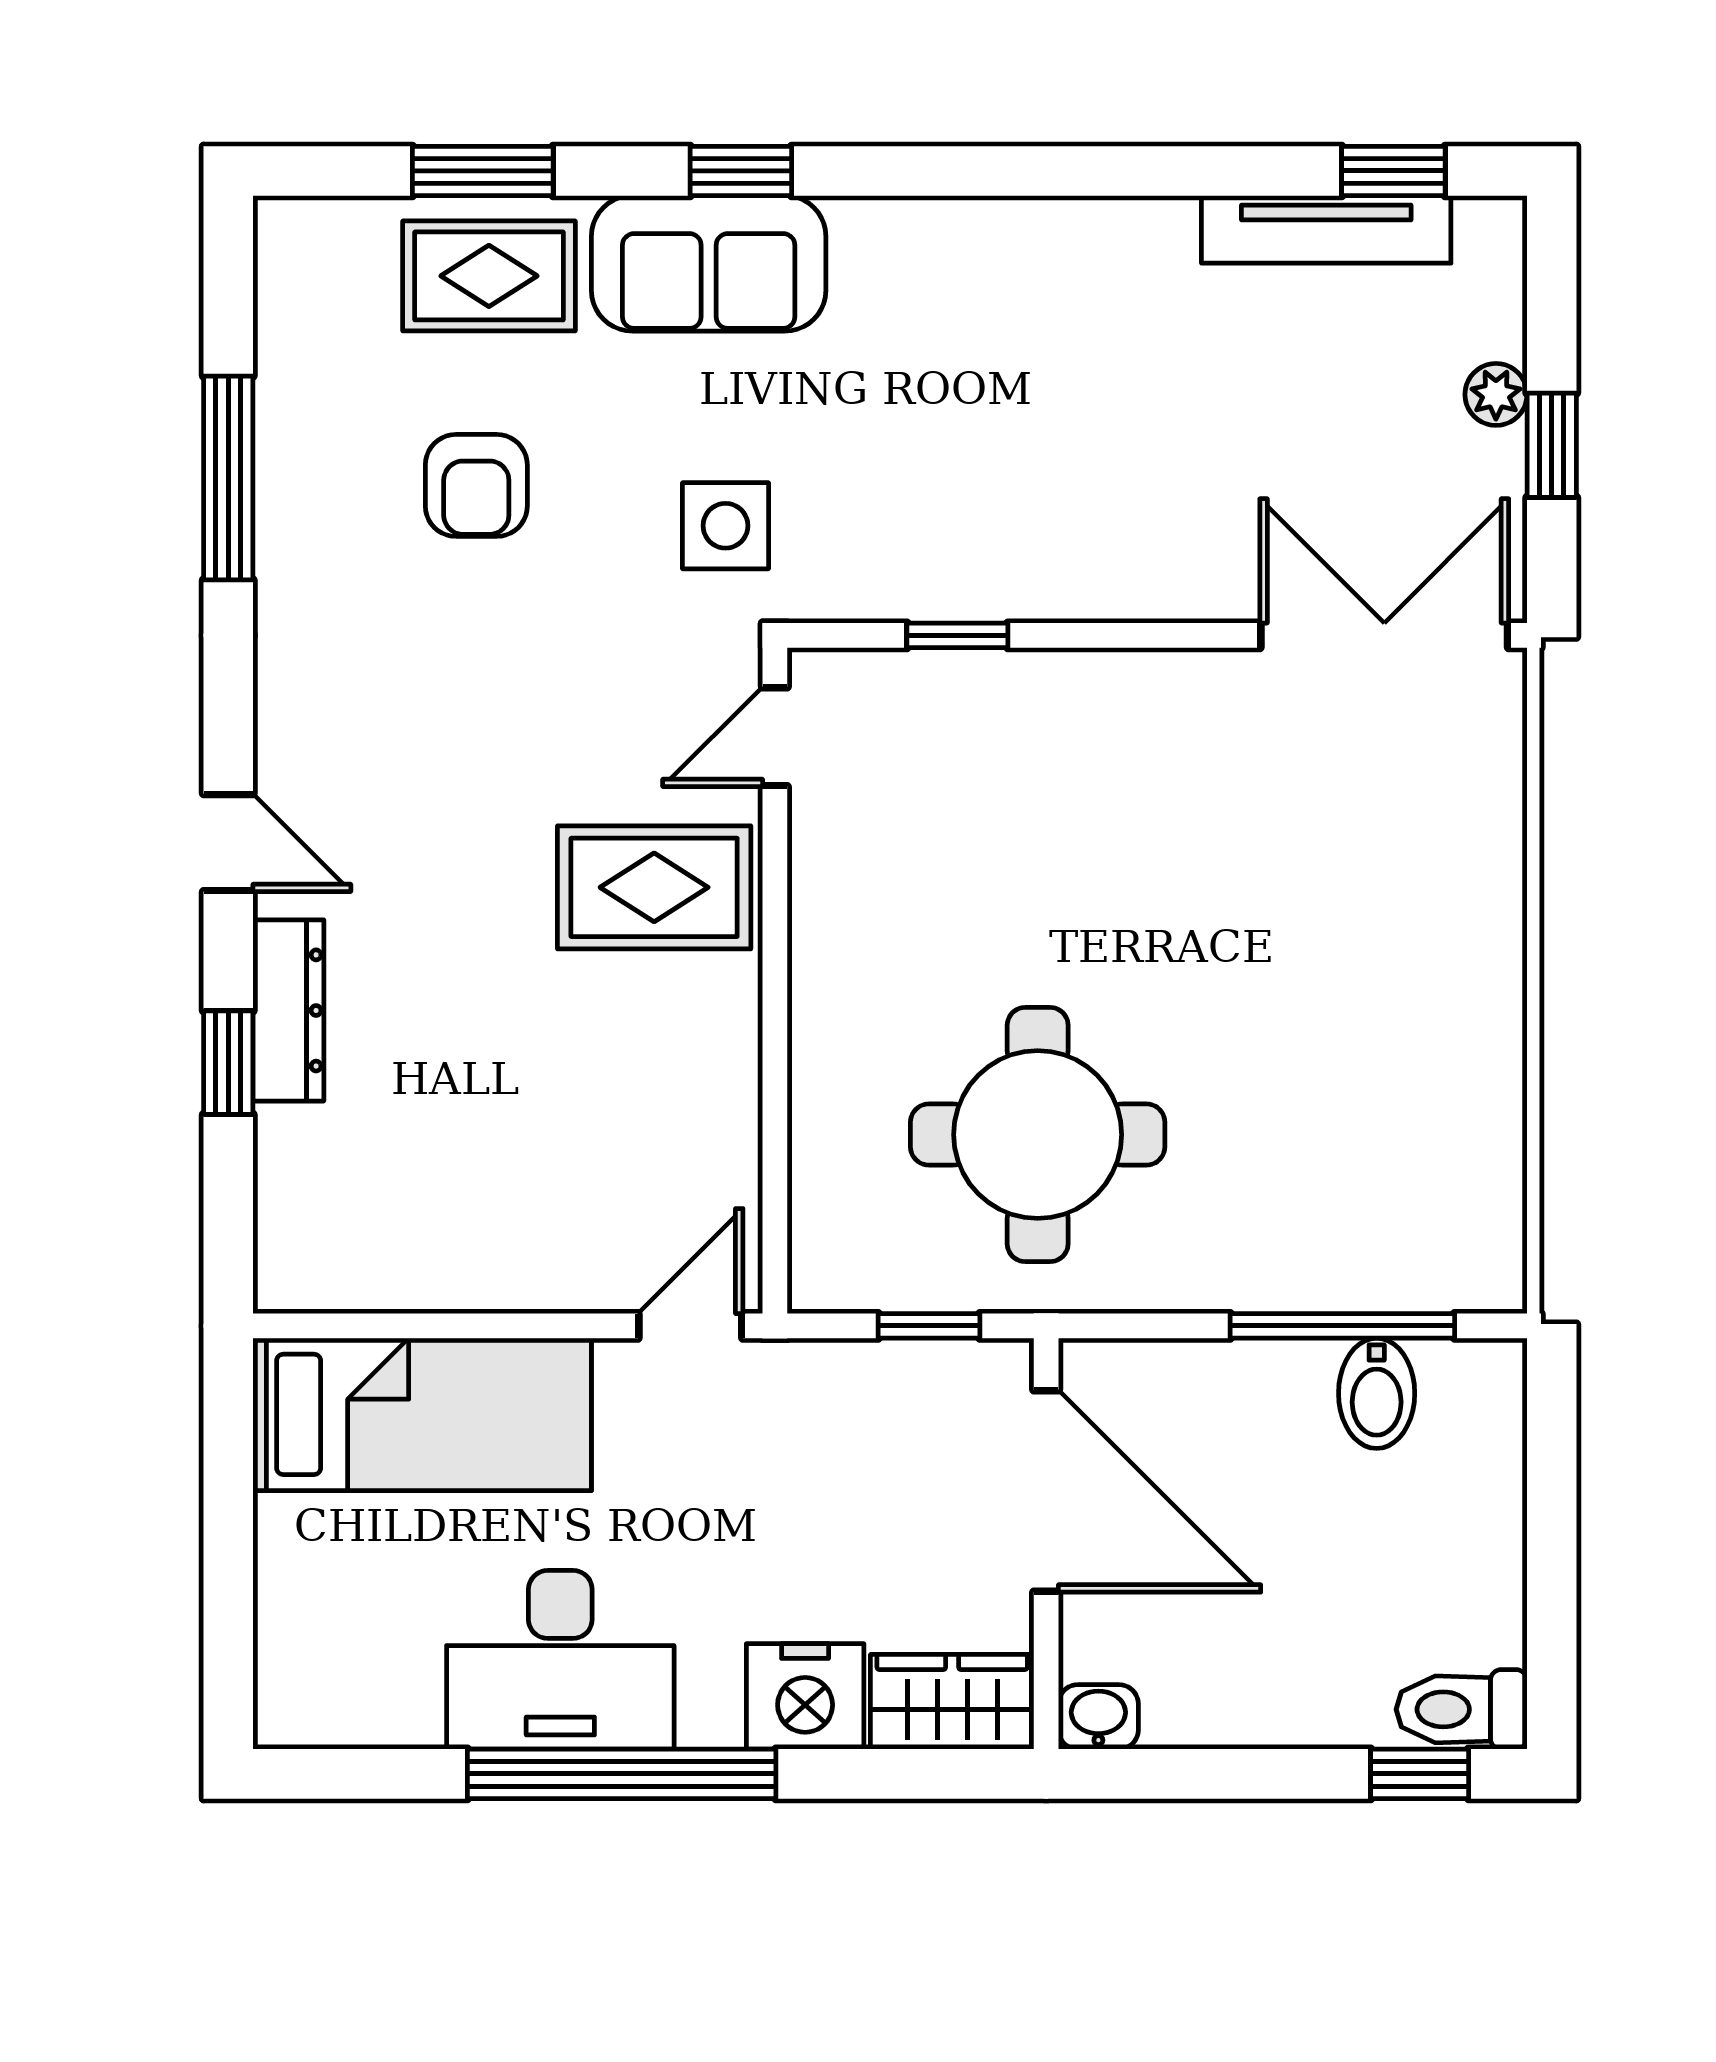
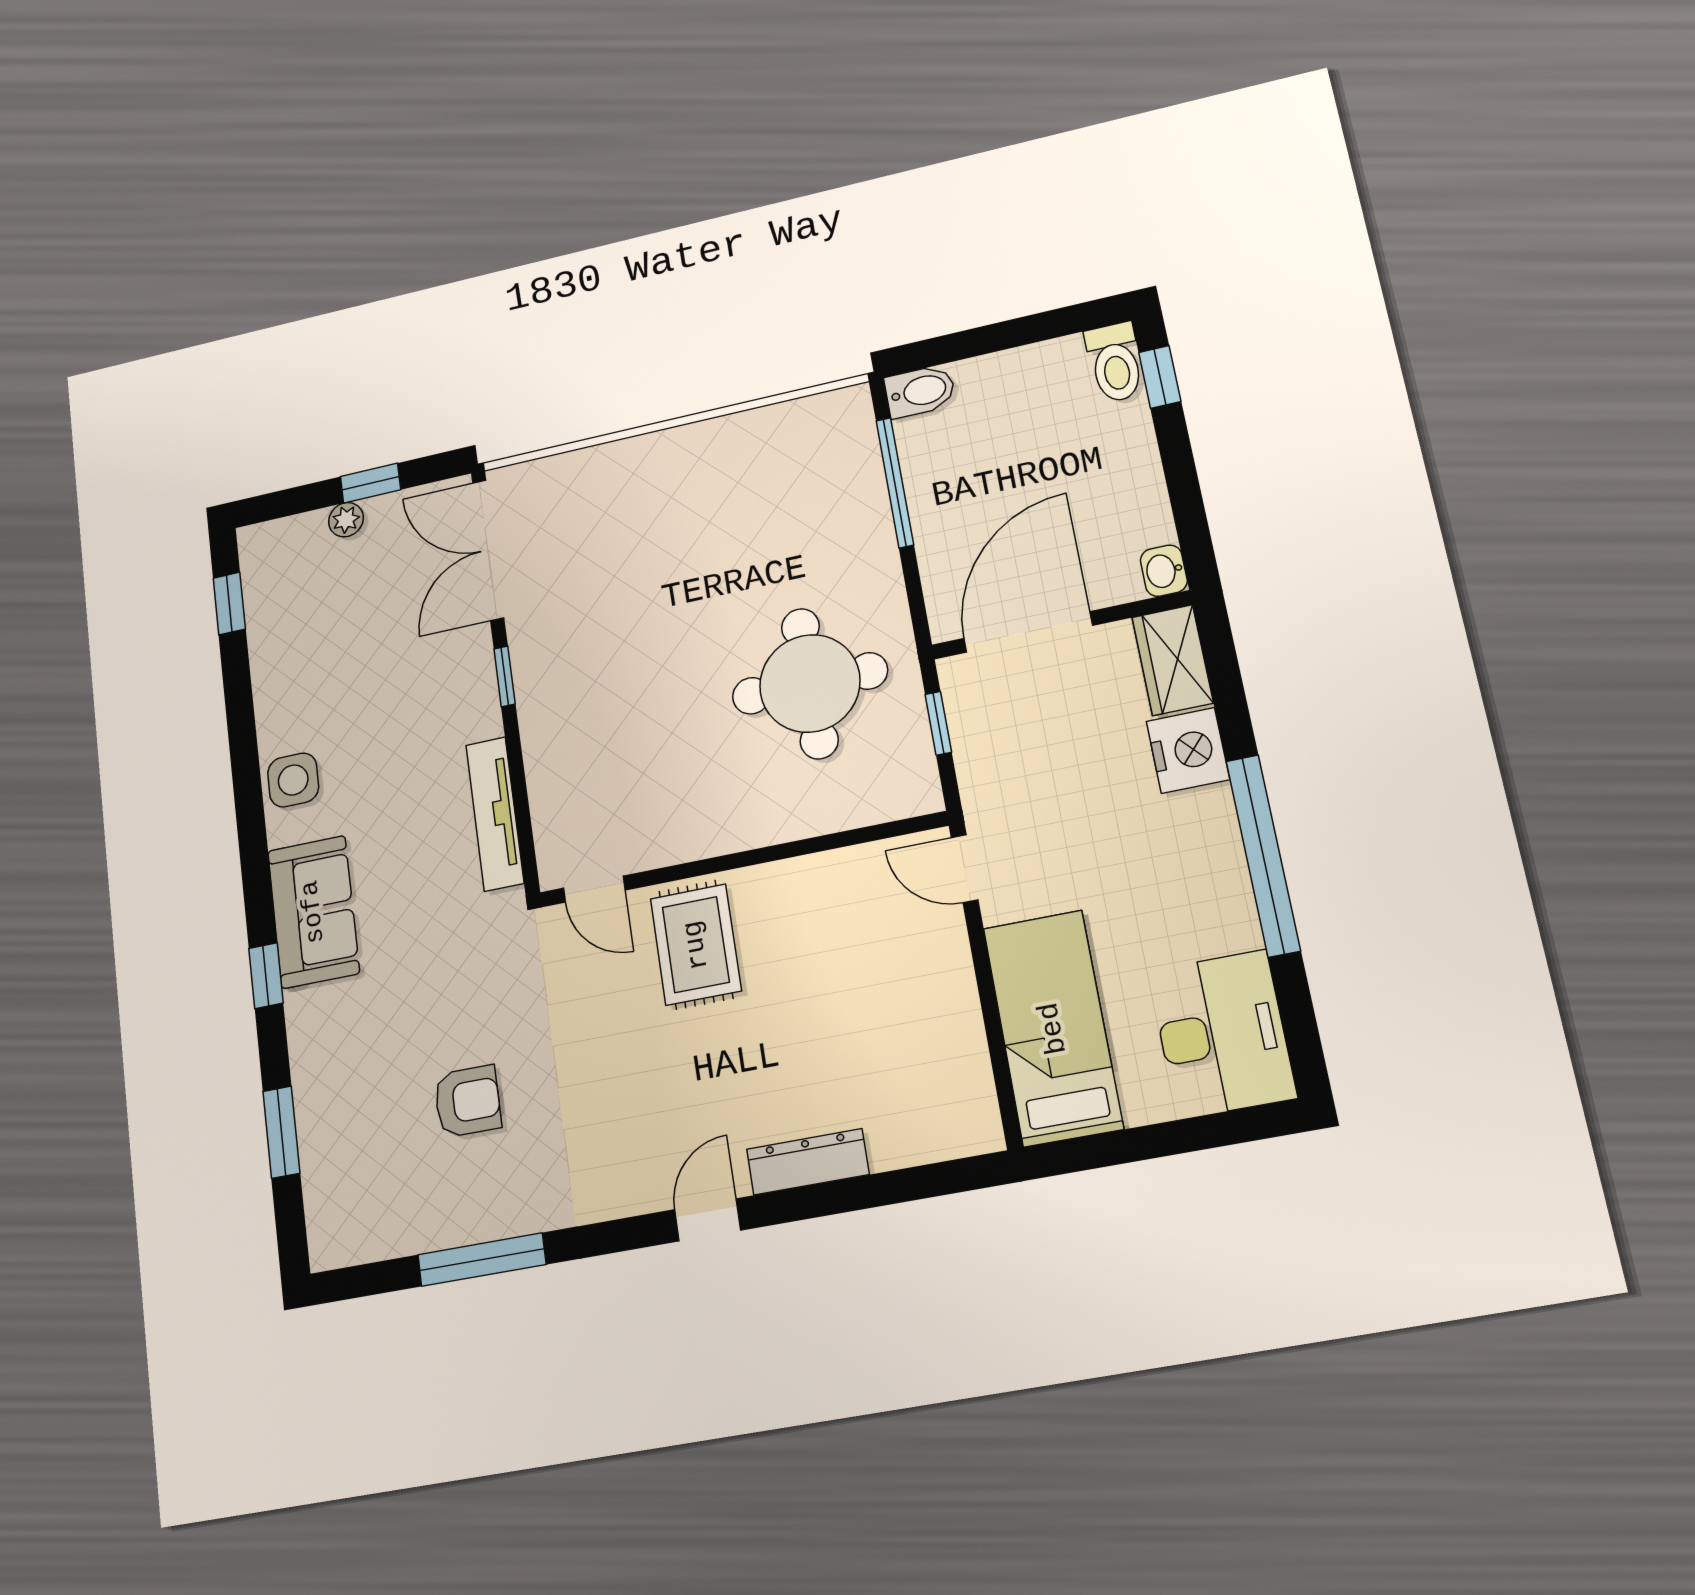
tv unit: (1326, 229) -> (495, 814), moved, turned 180
sofa: (709, 263) -> (313, 912), moved
rug: (489, 276) -> (342, 1117), removed
side table: (726, 526) -> (293, 780), moved
window: (957, 635) -> (505, 676), moved
window: (228, 1063) -> (847, 1195), removed
bidet: (1377, 1393) -> (920, 391), moved
desk: (560, 1660) -> (1222, 1034), moved

